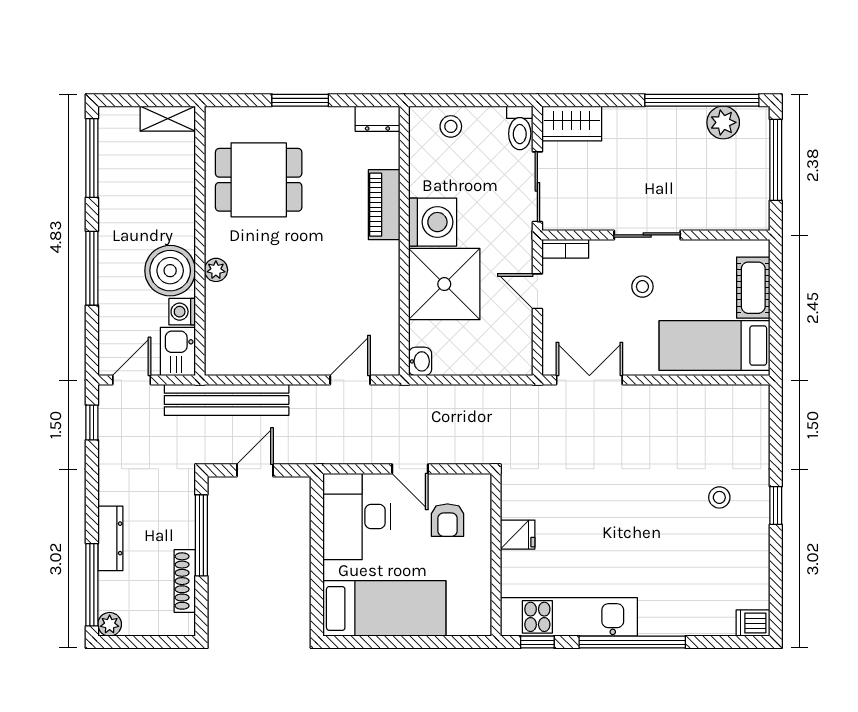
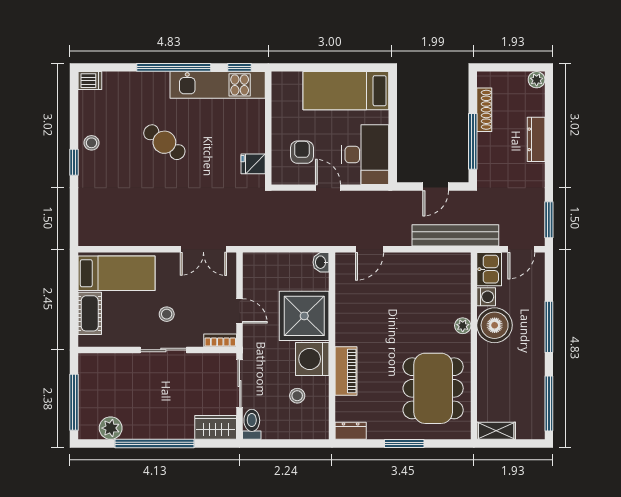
window: (702, 100) -> (154, 444), moved
stool: (451, 126) -> (297, 396), moved
dining table: (259, 180) -> (433, 388), width x1.38
window: (92, 423) -> (549, 220), width x1.50
stool: (719, 497) -> (91, 143), moved
cafe table: (646, 534) -> (164, 142), added
fridge: (518, 535) -> (253, 164), moved
window: (92, 585) -> (549, 107), removed

